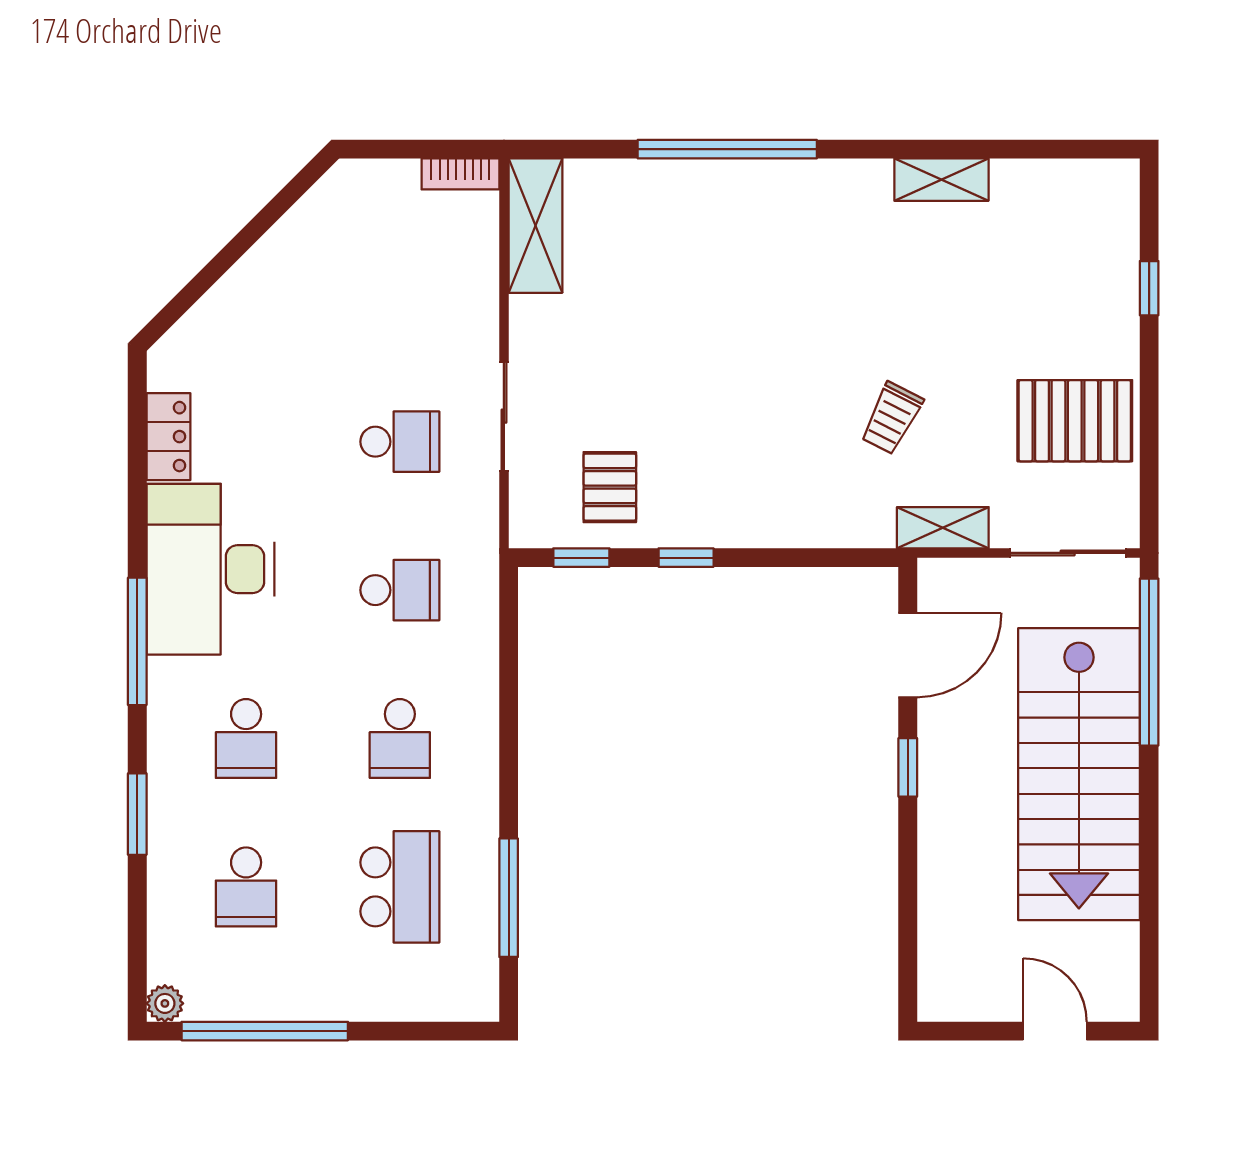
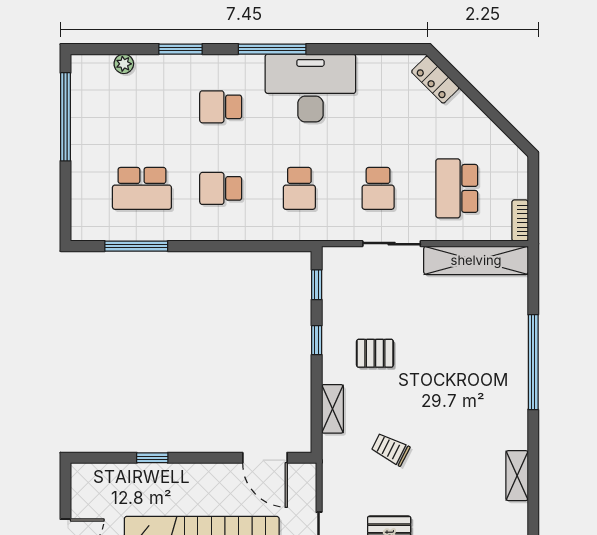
shelving: (535, 226) -> (476, 260), width x1.47
locker: (168, 437) -> (435, 80), moved, turned 45
pallet: (610, 487) -> (375, 353), moved
shelving: (943, 528) -> (332, 409), moved
window: (908, 767) -> (152, 458), moved
school desk: (246, 887) -> (457, 188), moved, width x1.85
plant: (165, 1003) -> (124, 64), moved

